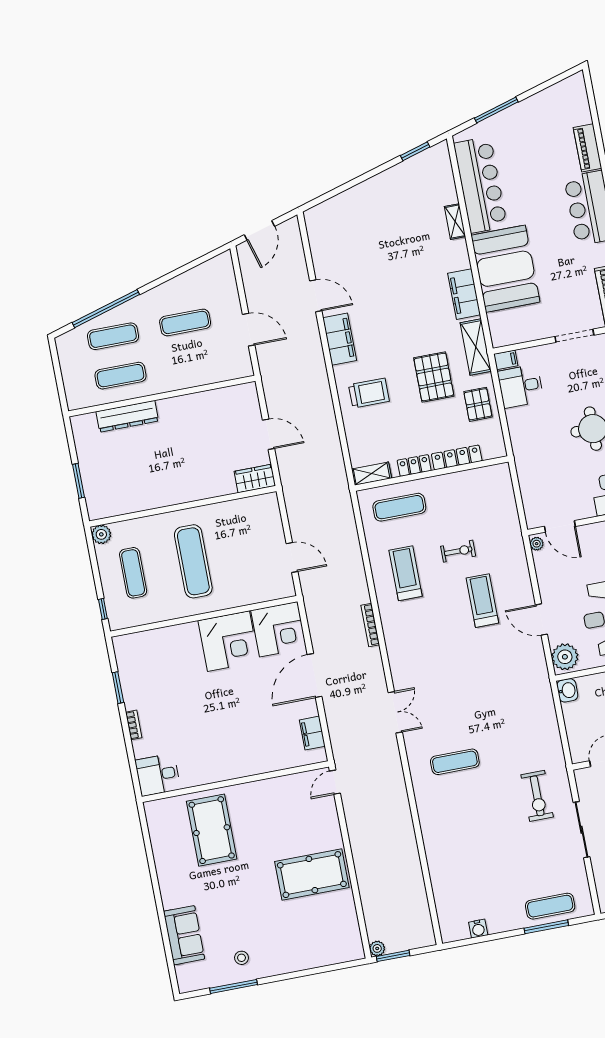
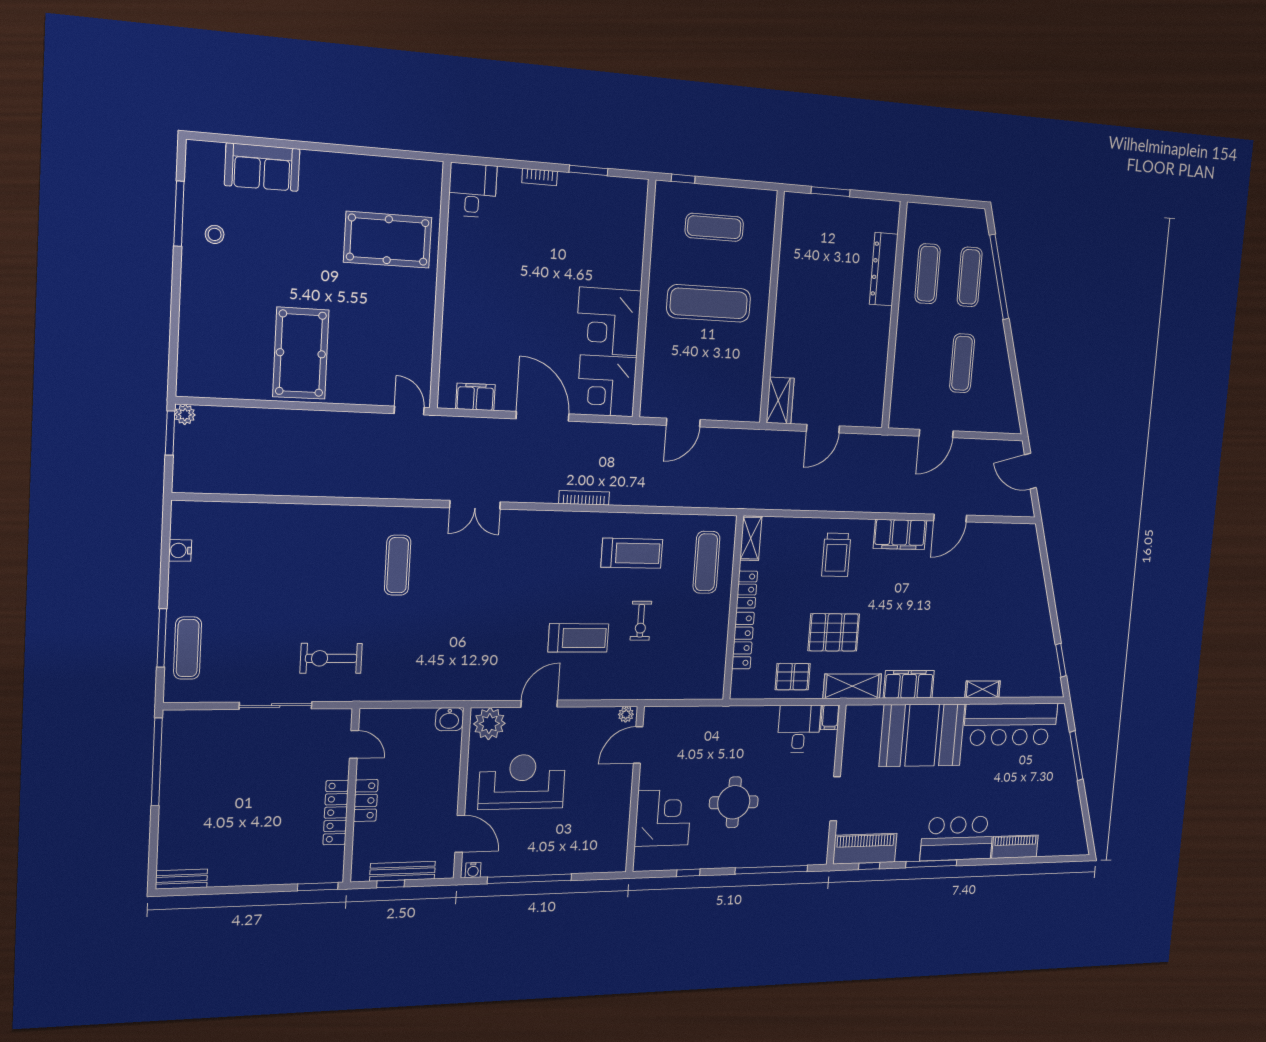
plant: (101, 534) -> (766, 201), removed

